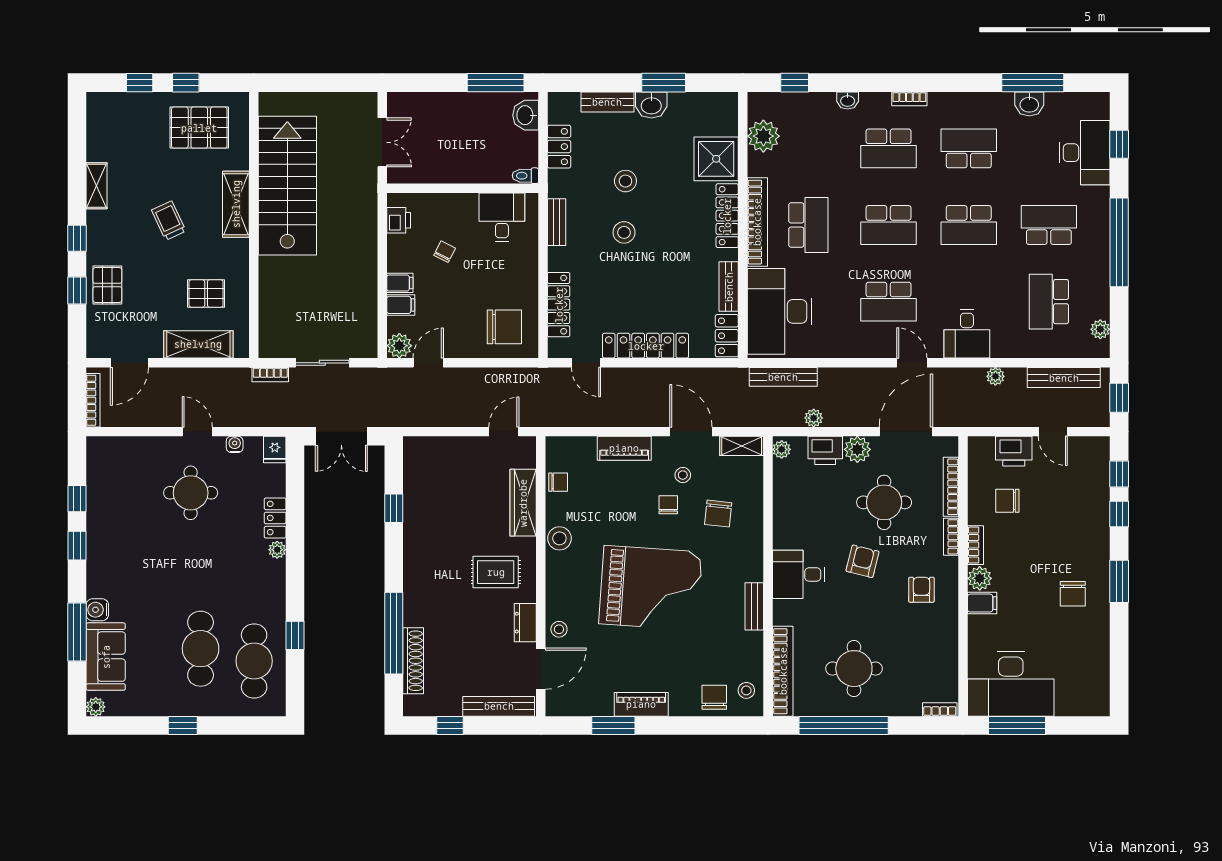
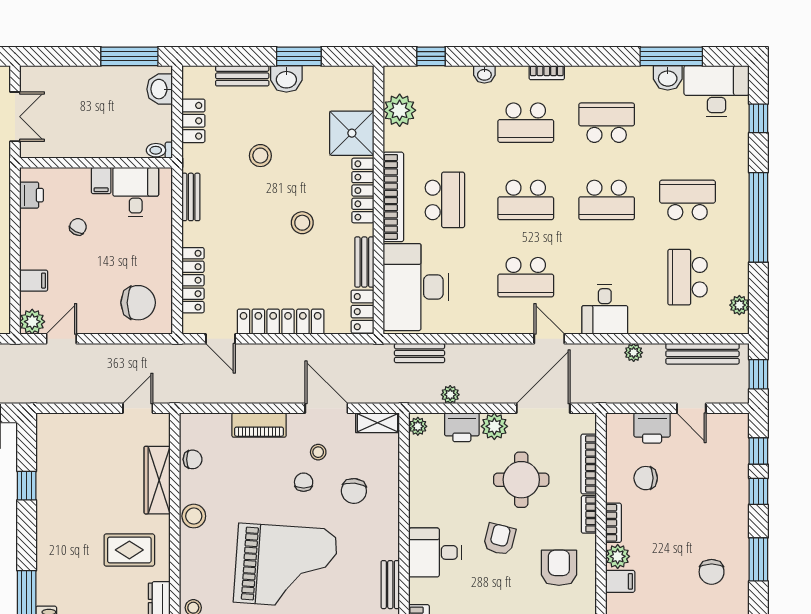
desk: (1085, 153) -> (717, 91), moved, turned -90
stool: (624, 232) -> (302, 223), moved
filing cabinet: (400, 283) -> (101, 181), moved, turned 90
bench: (783, 377) -> (420, 353), width x0.73
armchair: (921, 590) -> (559, 568), width x1.38, depth x1.38

